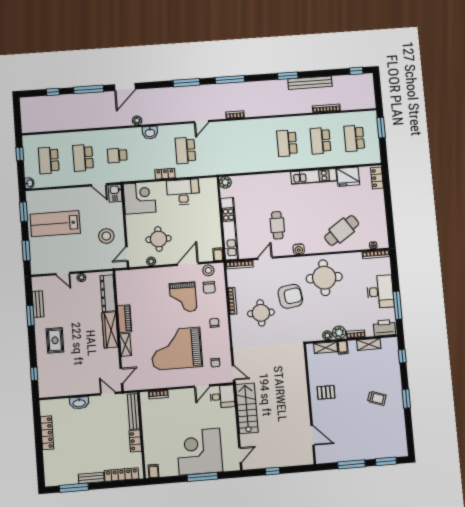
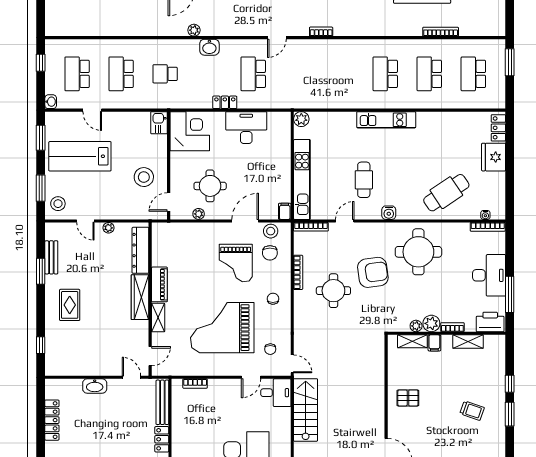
kitchen unit: (314, 176) -> (386, 120), moved
fridge: (348, 177) -> (494, 157), moved, turned 90
door: (99, 185) -> (92, 110), moved
stool: (40, 262) -> (58, 204), added
window: (402, 356) -> (510, 384), moved

